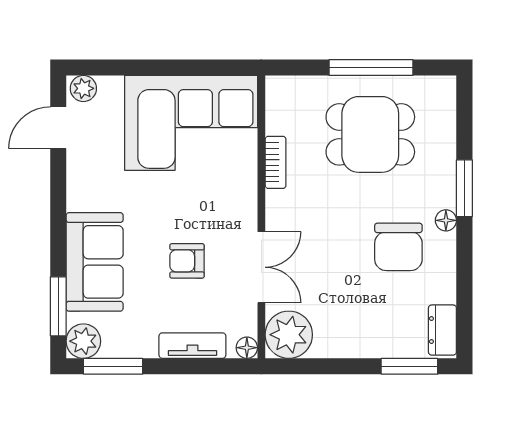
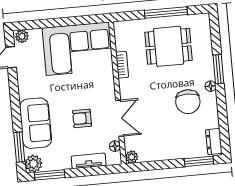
plant: (289, 335) -> (132, 157), width x0.53, depth x0.53
floor lamp: (247, 348) -> (115, 146), moved

